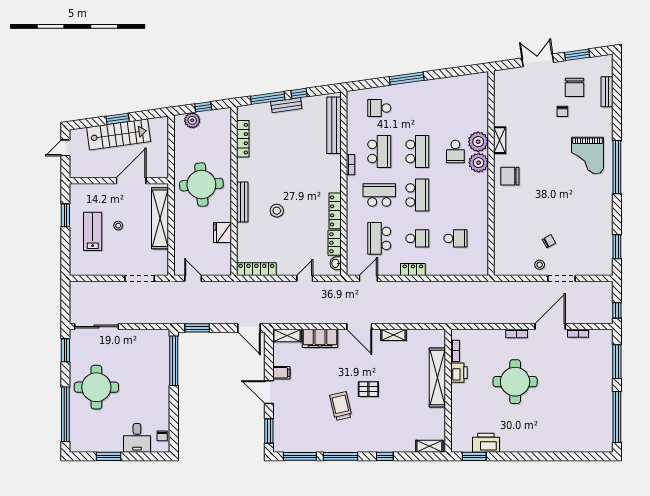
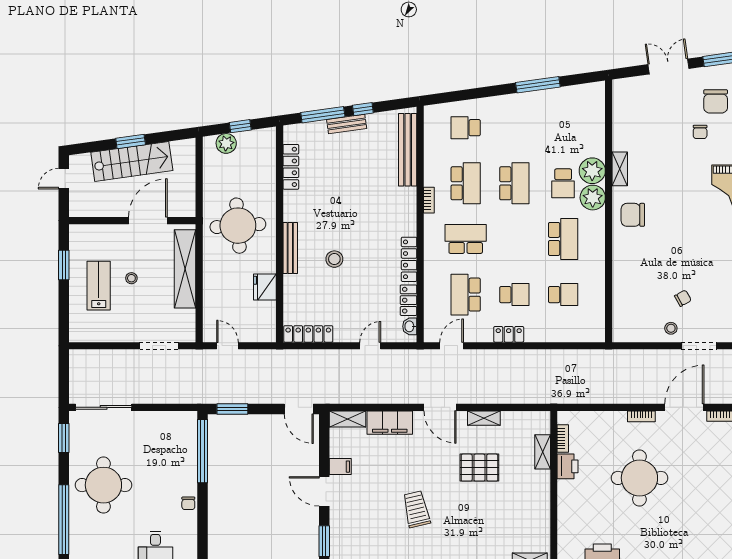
window: (407, 79) -> (538, 85), moved
school desk: (417, 195) -> (563, 239), moved
shelving: (437, 377) -> (543, 452), width x0.45, depth x0.75
pallet: (368, 389) -> (479, 468), moved, width x1.50, depth x1.42
chair: (162, 436) -> (188, 503), moved

